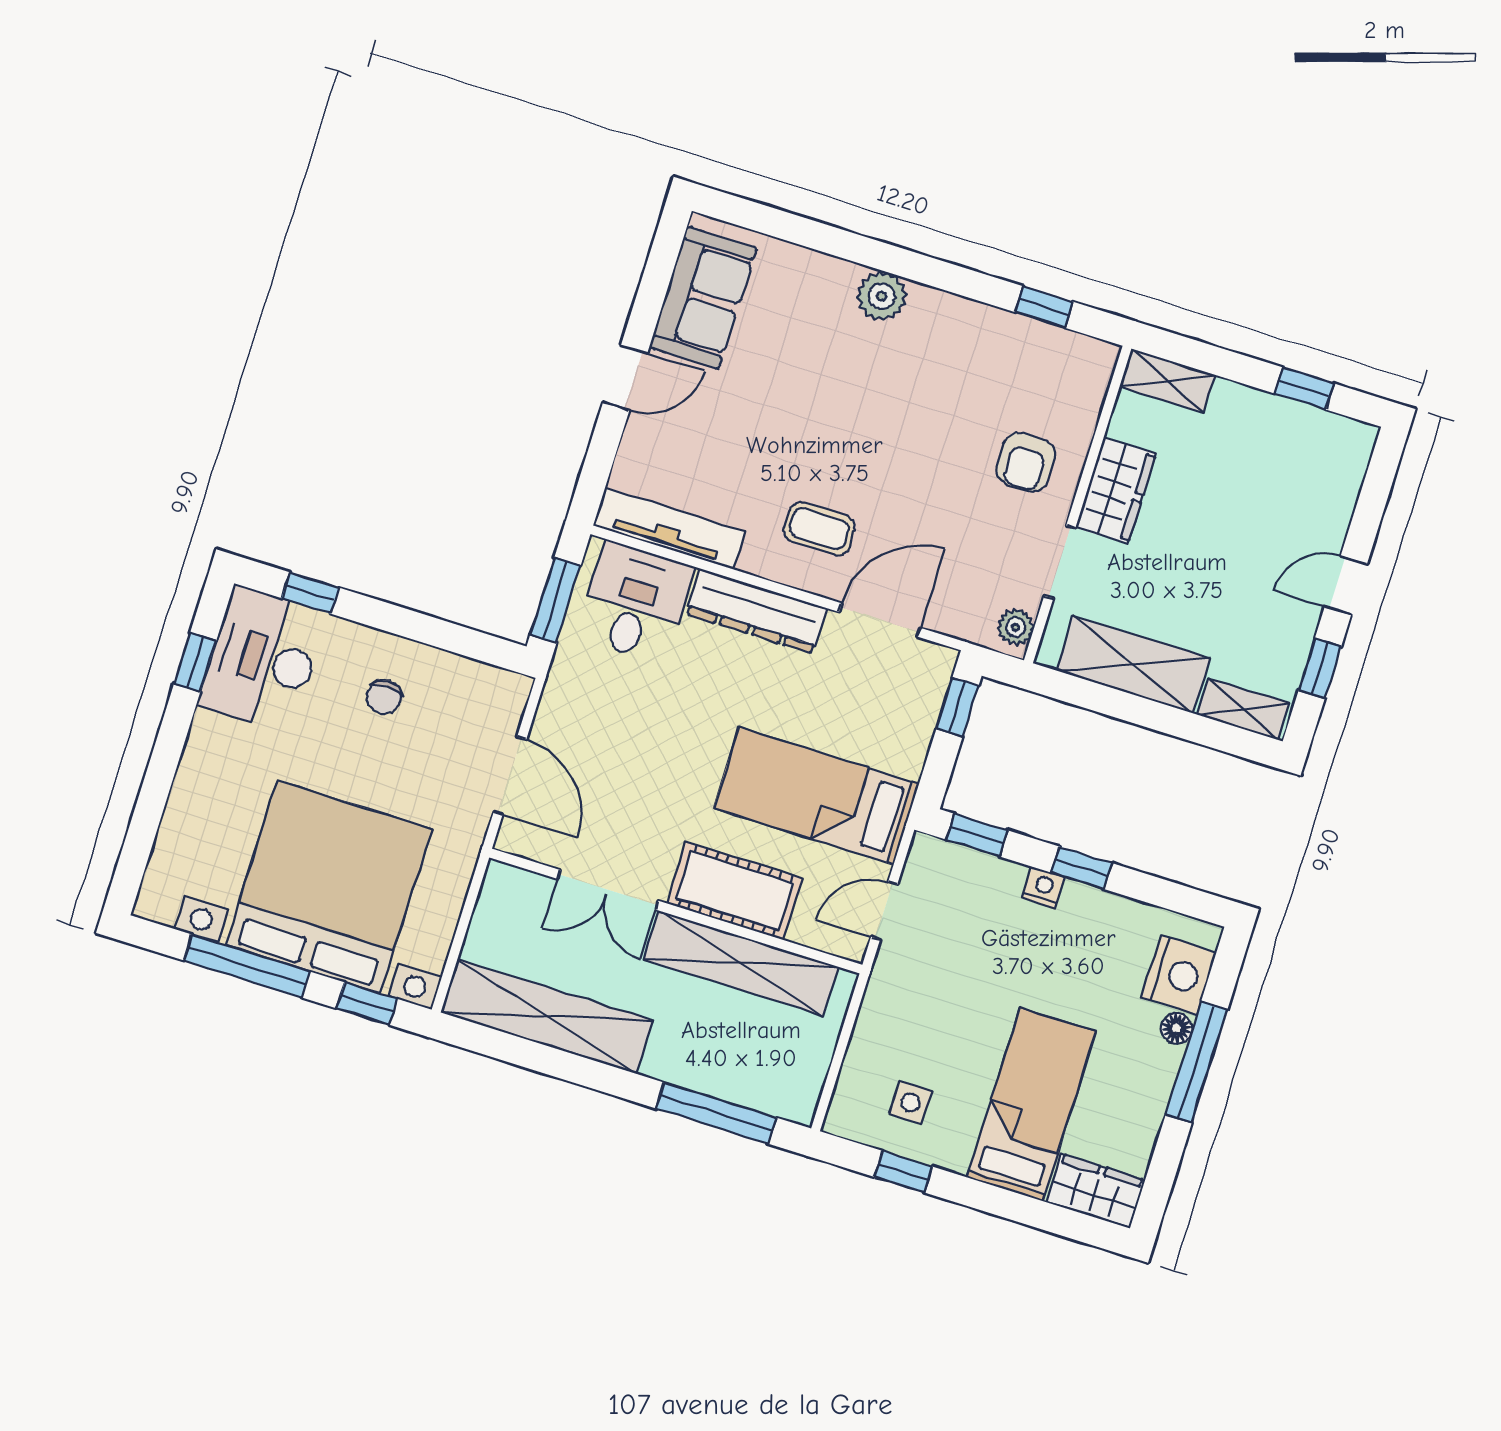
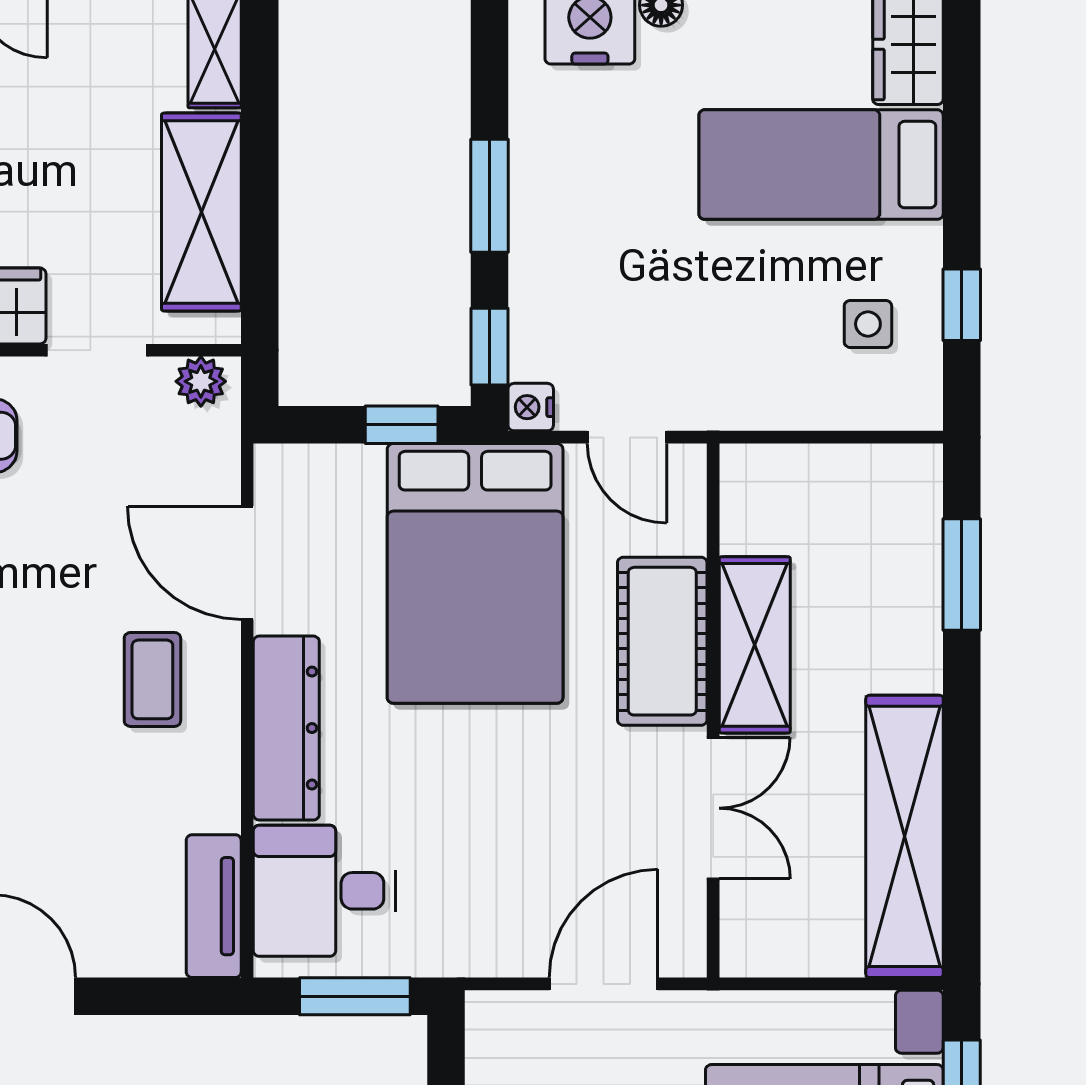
tv unit: (669, 528) -> (214, 906), width x0.71
window: (957, 707) -> (402, 425), moved
bed: (816, 796) -> (475, 573), width x1.50
window: (1082, 868) -> (490, 196), width x1.50
nightstand: (1043, 887) -> (531, 407), moved
shelving: (741, 963) -> (755, 645), width x0.68
window: (716, 1113) -> (962, 575), width x0.69

